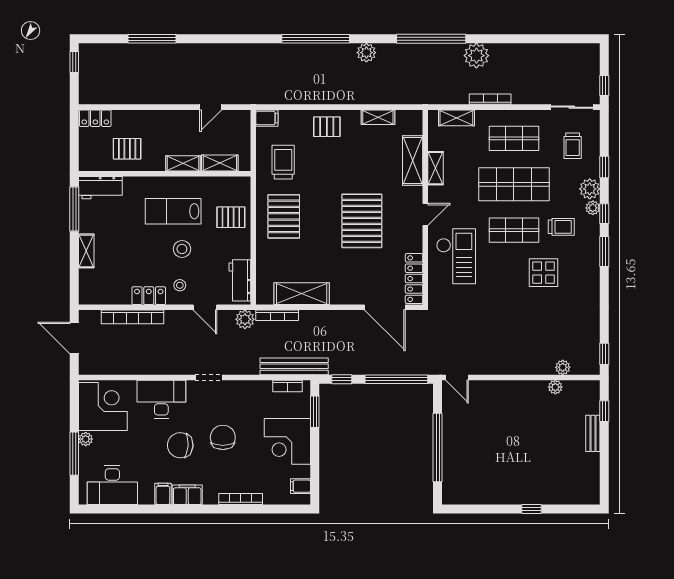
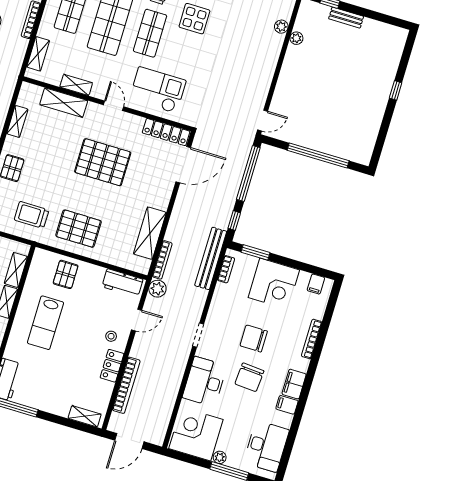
stool: (182, 249) -> (80, 325), removed
shelving: (86, 251) -> (85, 416), moved

